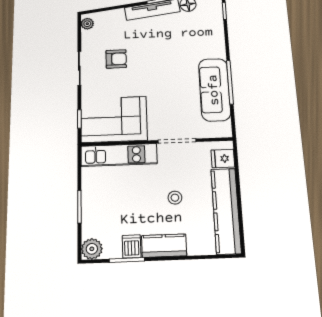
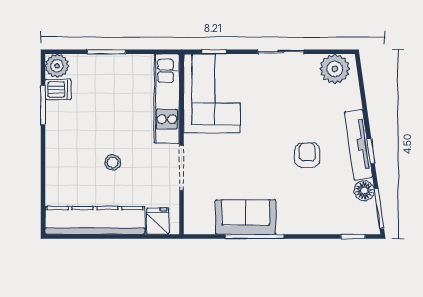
plant: (87, 24) -> (335, 69), width x1.88, depth x1.88
armchair: (116, 59) -> (307, 155), moved, turned 180
sofa: (214, 90) -> (246, 217), width x0.73
dishwasher: (132, 246) -> (58, 89), moved
kitchen counter: (164, 246) -> (58, 148), removed

